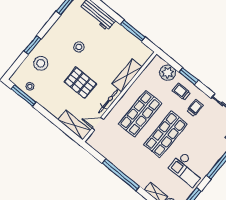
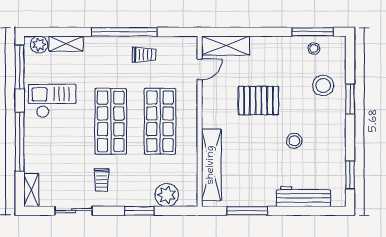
shelving: (127, 75) -> (211, 165), width x1.47
trolley: (181, 92) -> (144, 55), moved
bicycle: (108, 101) -> (209, 105), removed

